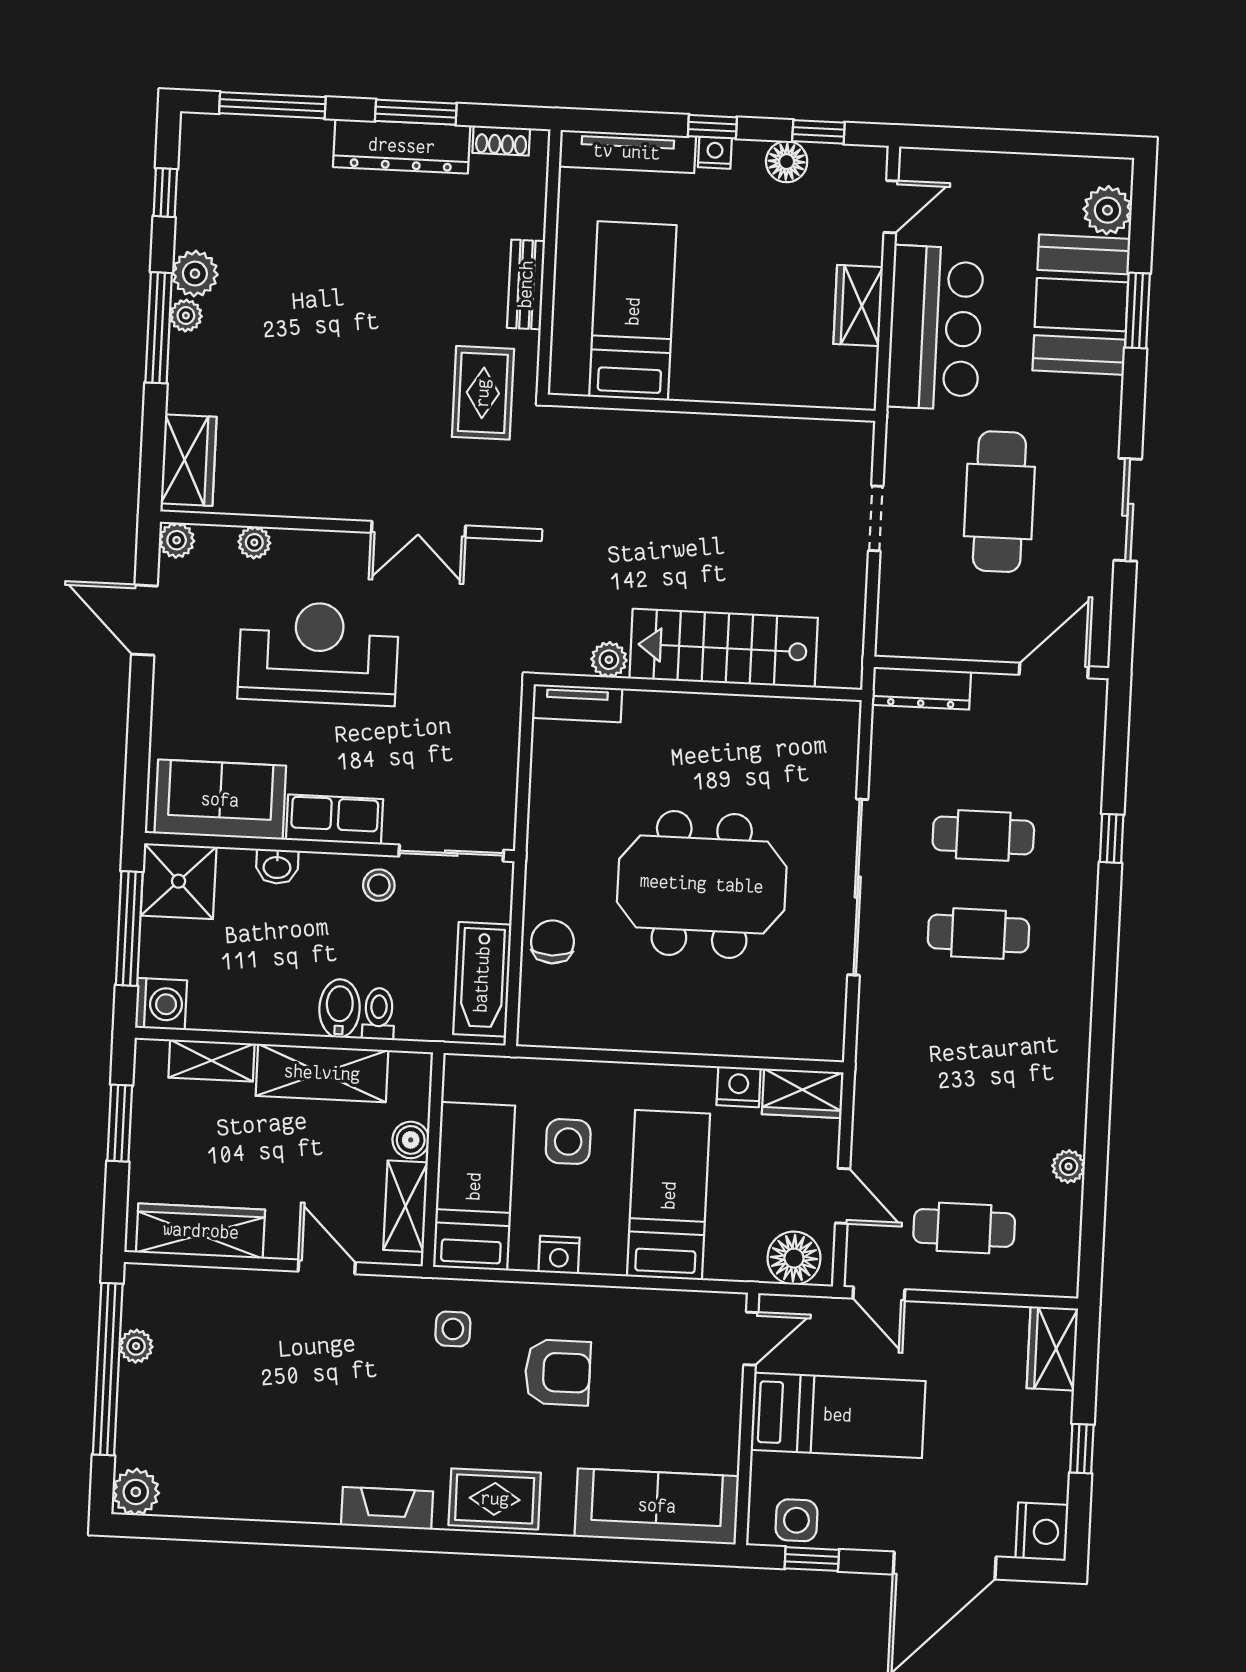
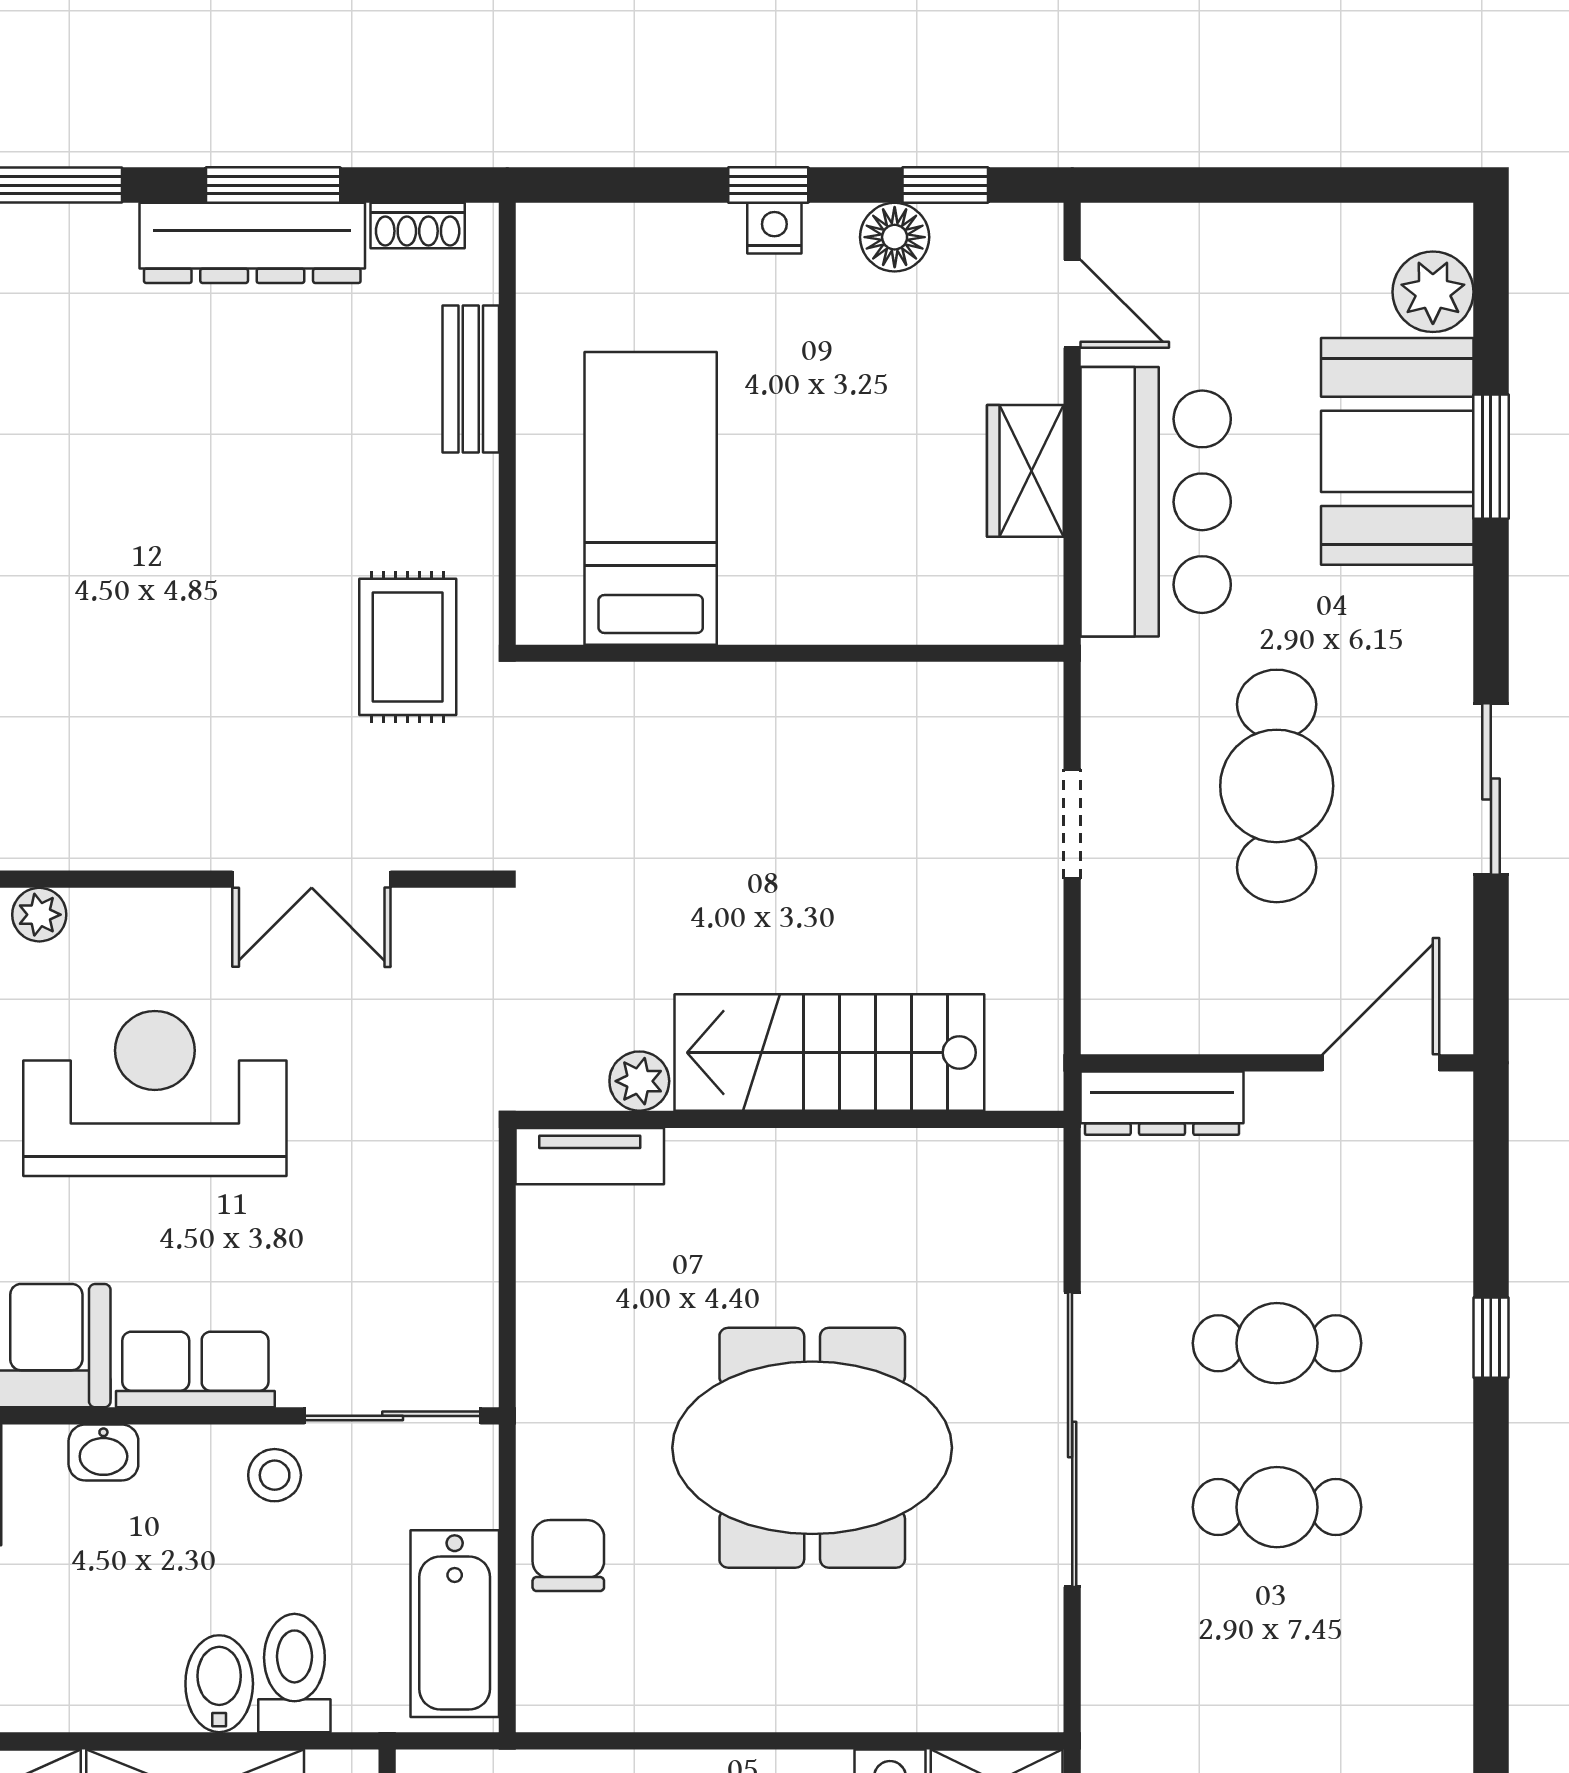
tv unit: (627, 152) -> (629, 233), removed
door: (891, 207) -> (1072, 304), hinge flipped
bench: (526, 284) -> (471, 379), moved
toilet: (379, 1014) -> (294, 1673), width x1.37, depth x1.39

